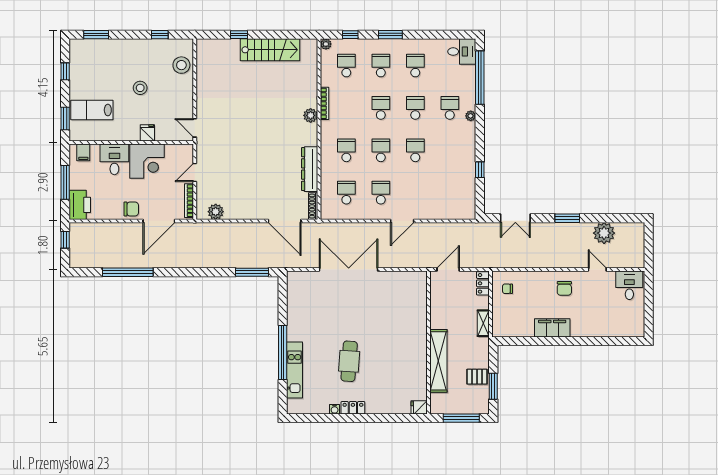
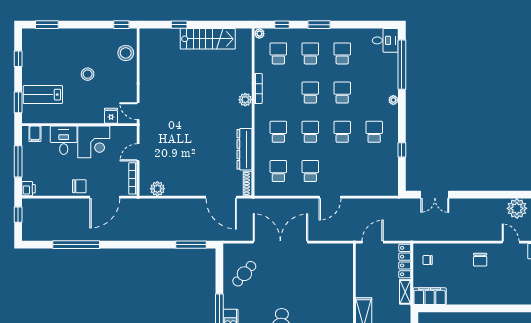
window: (160, 35) -> (121, 25), moved
school desk: (450, 108) -> (374, 132), moved
fridge: (147, 133) -> (111, 116), moved
printer: (80, 205) -> (28, 189), width x0.53, depth x0.68
window: (567, 218) -> (483, 195), removed
locker: (483, 283) -> (405, 261), width x1.53
cafe table: (310, 304) -> (244, 274), added
filing cabinet: (552, 328) -> (430, 296), moved

